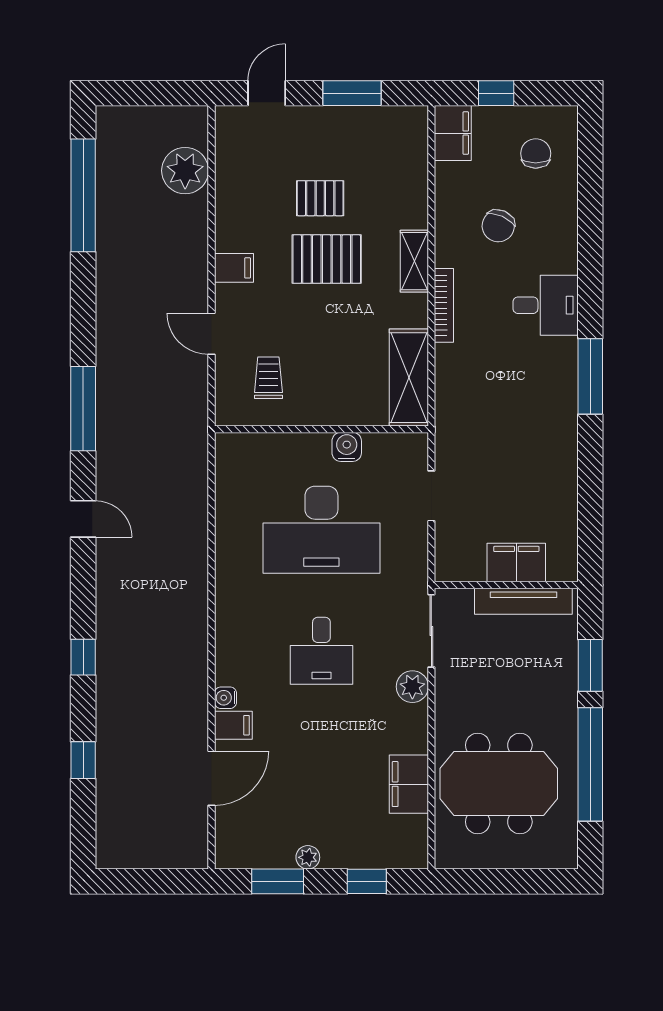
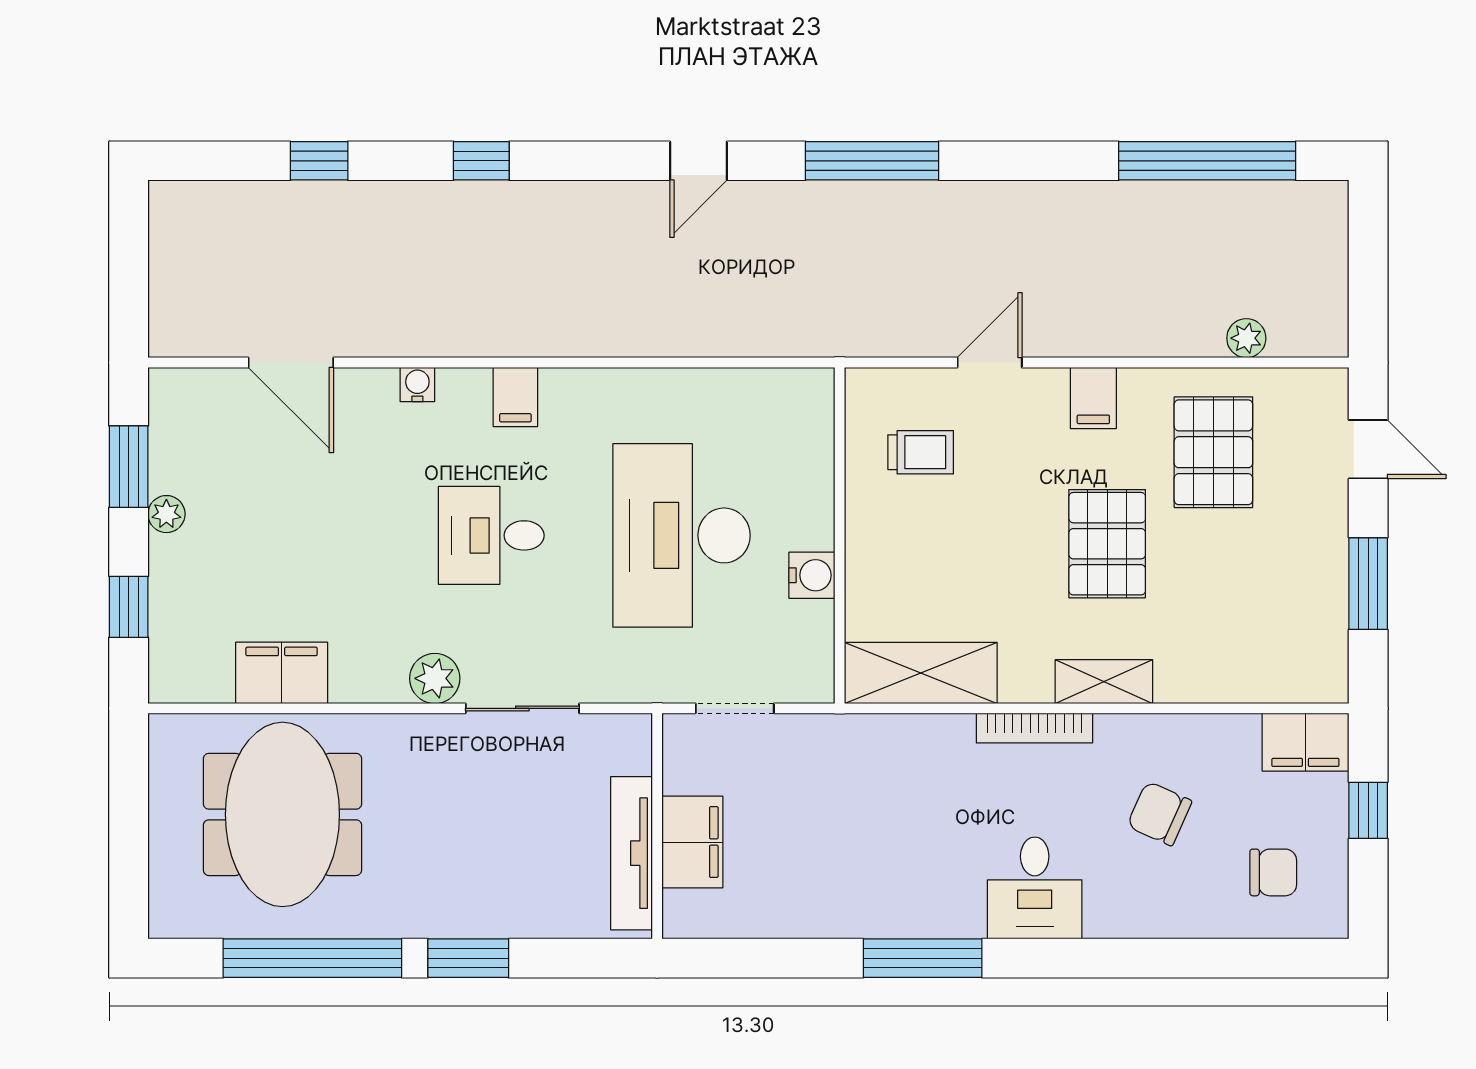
plant: (185, 171) -> (1246, 338), width x0.53, depth x0.53
pallet: (320, 198) -> (1213, 452), moved, width x1.50, depth x1.42
filing cabinet: (516, 563) -> (692, 842), moved
wall: (506, 585) -> (657, 826), moved
tv unit: (523, 601) -> (631, 853), moved
filing cabinet: (233, 725) -> (515, 397), moved

